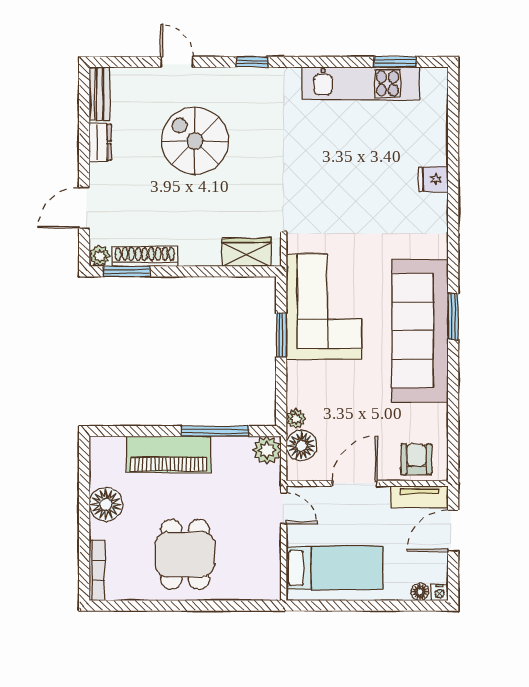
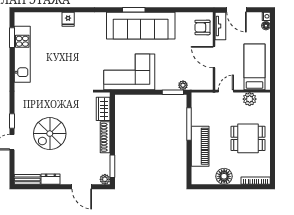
window: (252, 62) -> (12, 121), moved
shoe rack: (145, 256) -> (105, 137), moved
window: (281, 335) -> (173, 92), moved
floor lamp: (301, 446) -> (196, 83), removed
plant: (267, 450) -> (250, 99), moved

